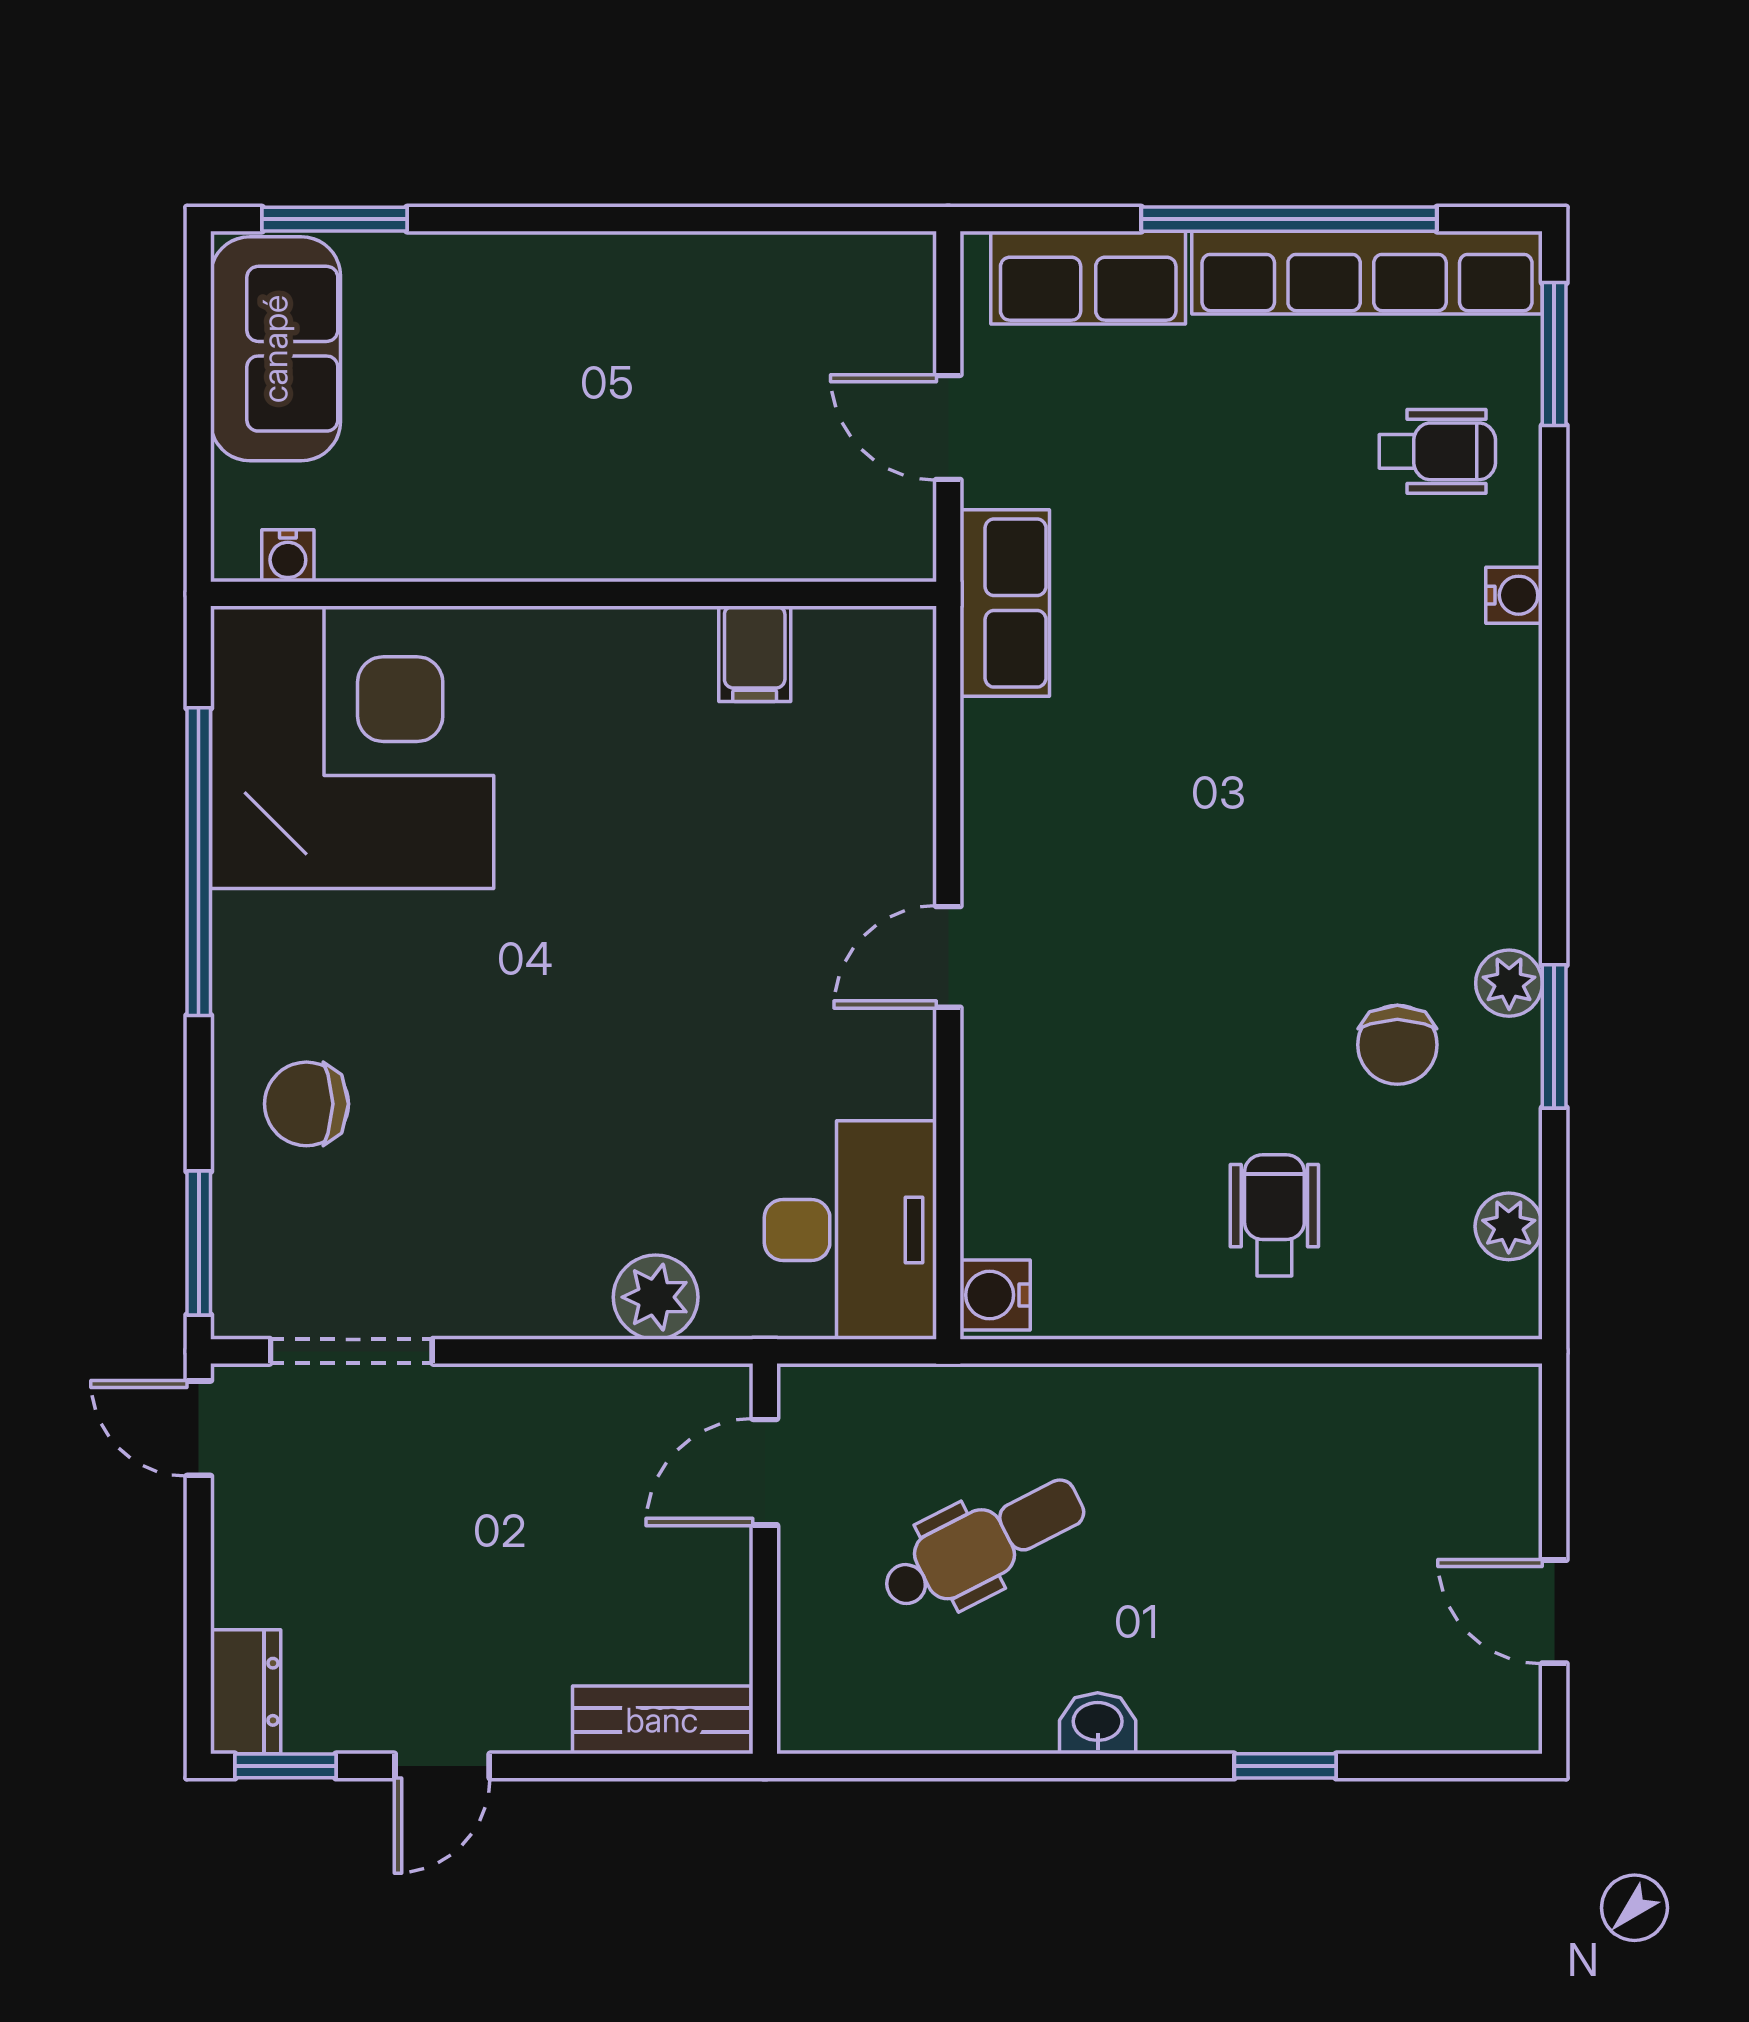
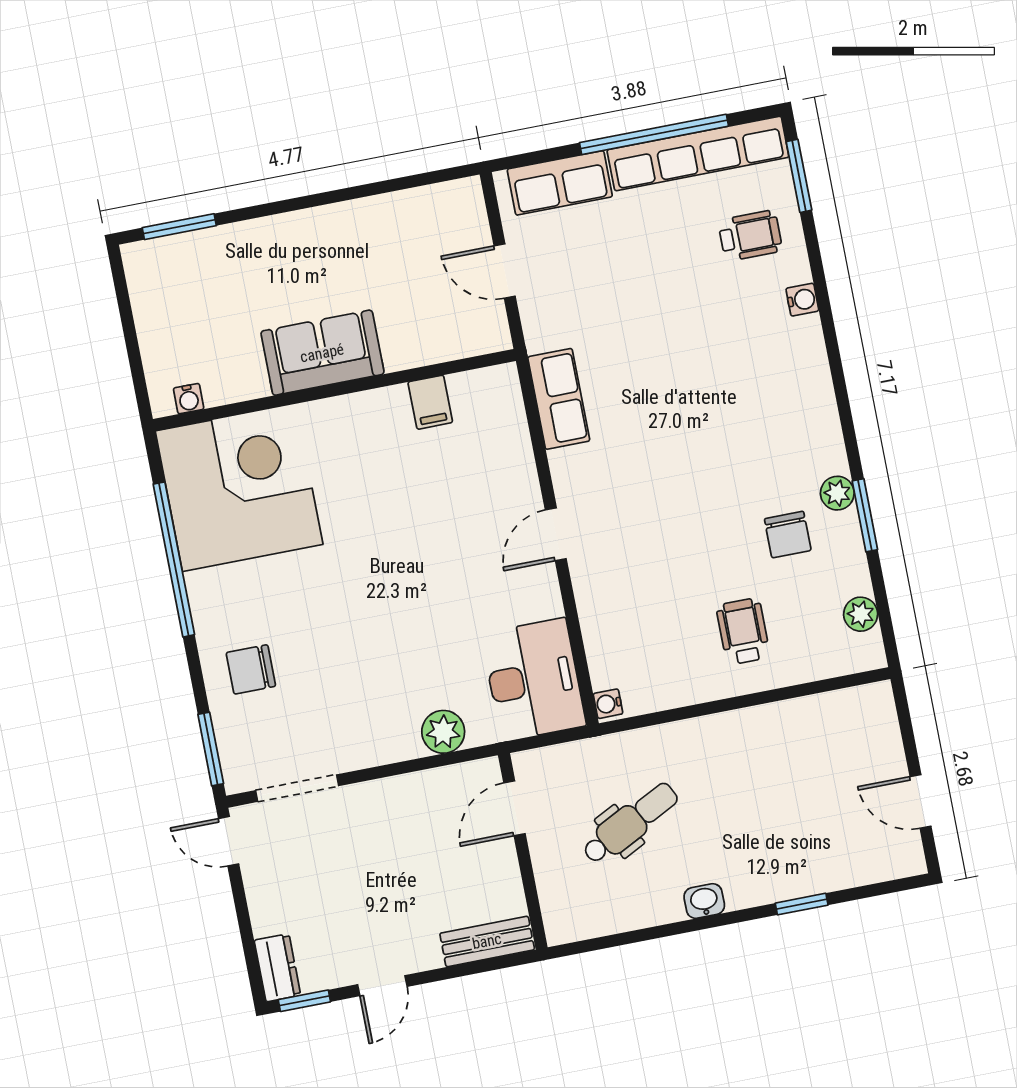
sofa: (275, 349) -> (322, 353), moved, turned -90
row of seats: (1005, 603) -> (559, 399), moved
water cooler: (995, 1295) -> (608, 704), width x0.72, depth x0.72

